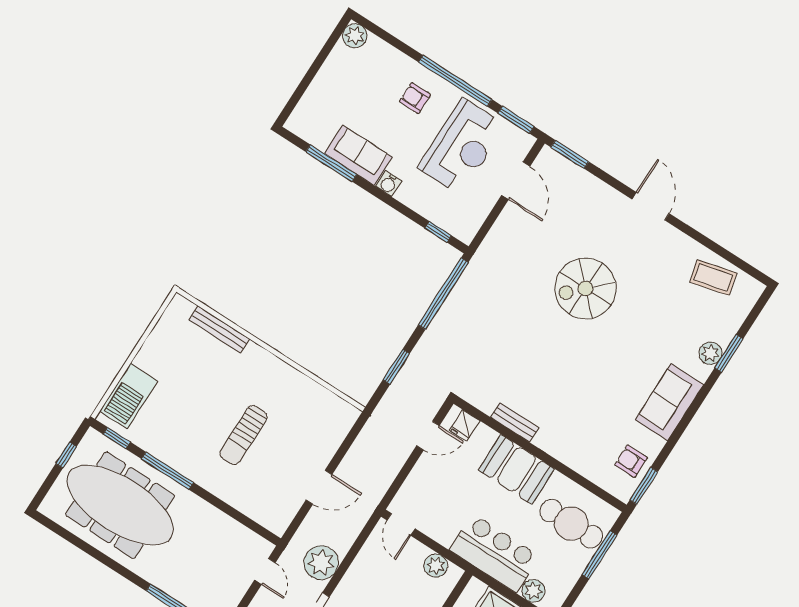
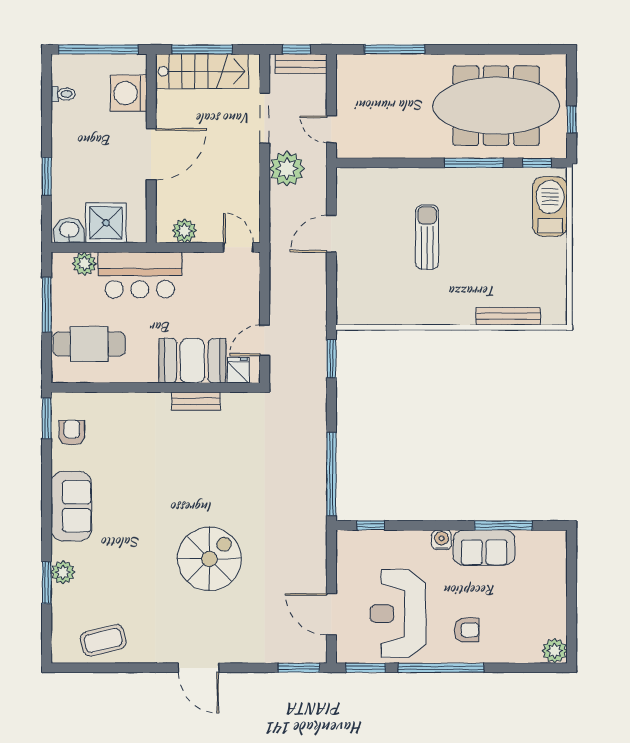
window: (396, 367) -> (331, 359), moved
armchair: (631, 461) -> (72, 433), turned -90
booth: (516, 469) -> (192, 361), moved
window: (600, 555) -> (47, 305), moved

